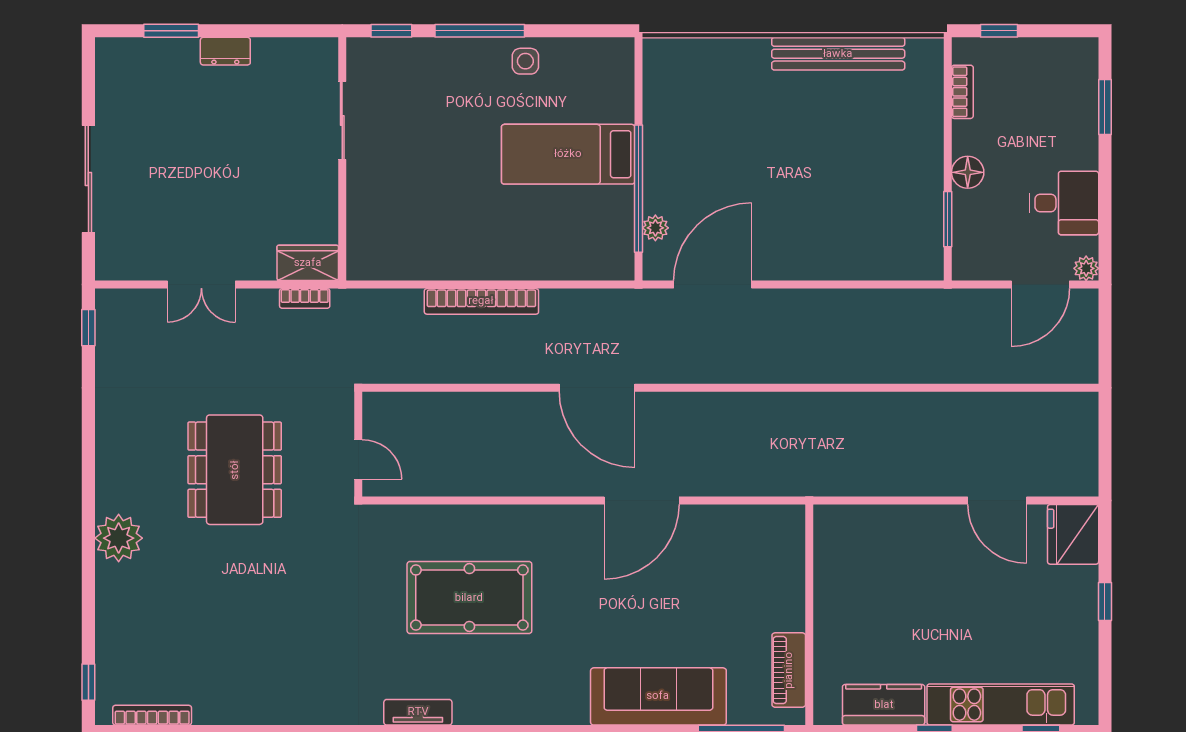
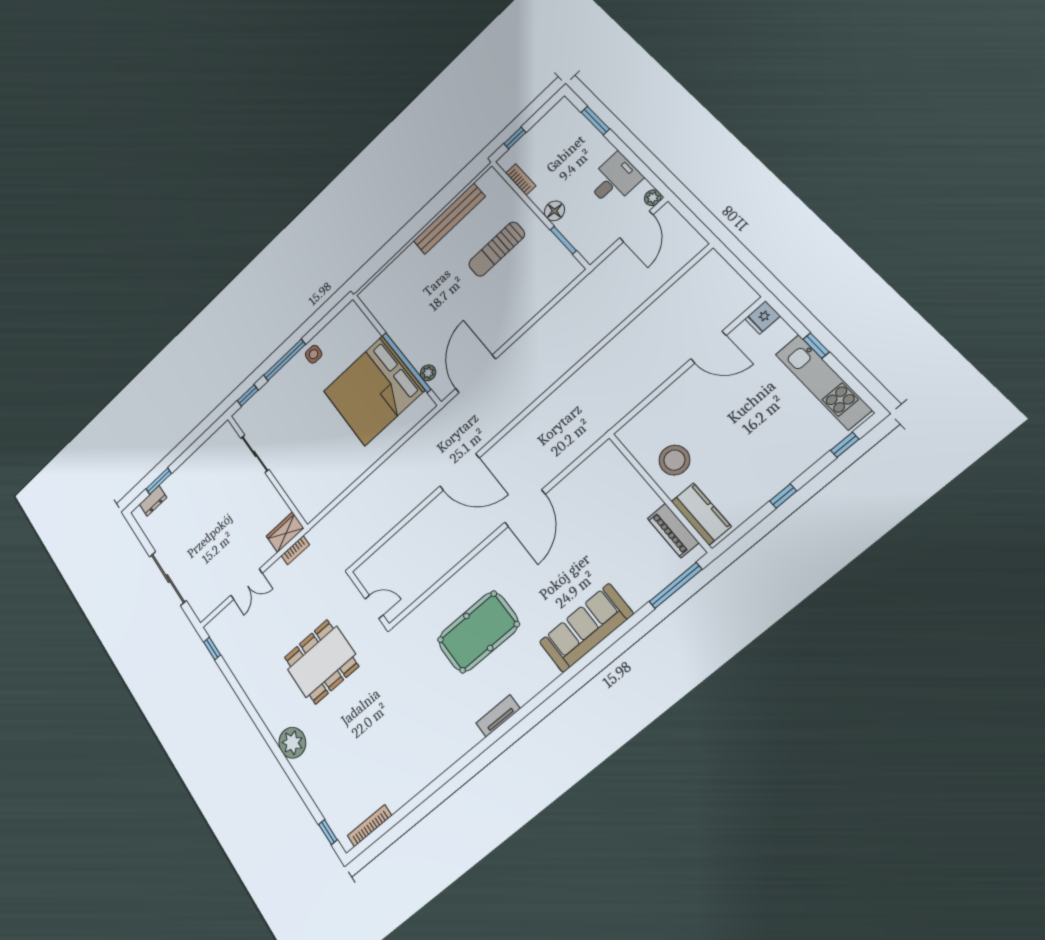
dresser: (225, 51) -> (153, 501), moved
sun lounger: (863, 152) -> (497, 249), added
bed: (568, 154) -> (374, 391), width x2.04
bookcase: (481, 301) -> (375, 480), removed
dining table: (235, 470) -> (321, 662), turned 90
fridge: (1073, 534) -> (762, 318), width x0.53, depth x0.75
stool: (855, 594) -> (674, 460), added
sofa: (658, 696) -> (586, 628), moved
kitchen counter: (884, 705) -> (701, 514), moved, turned 90
kitchen unit: (1001, 705) -> (823, 382), moved, turned -90

